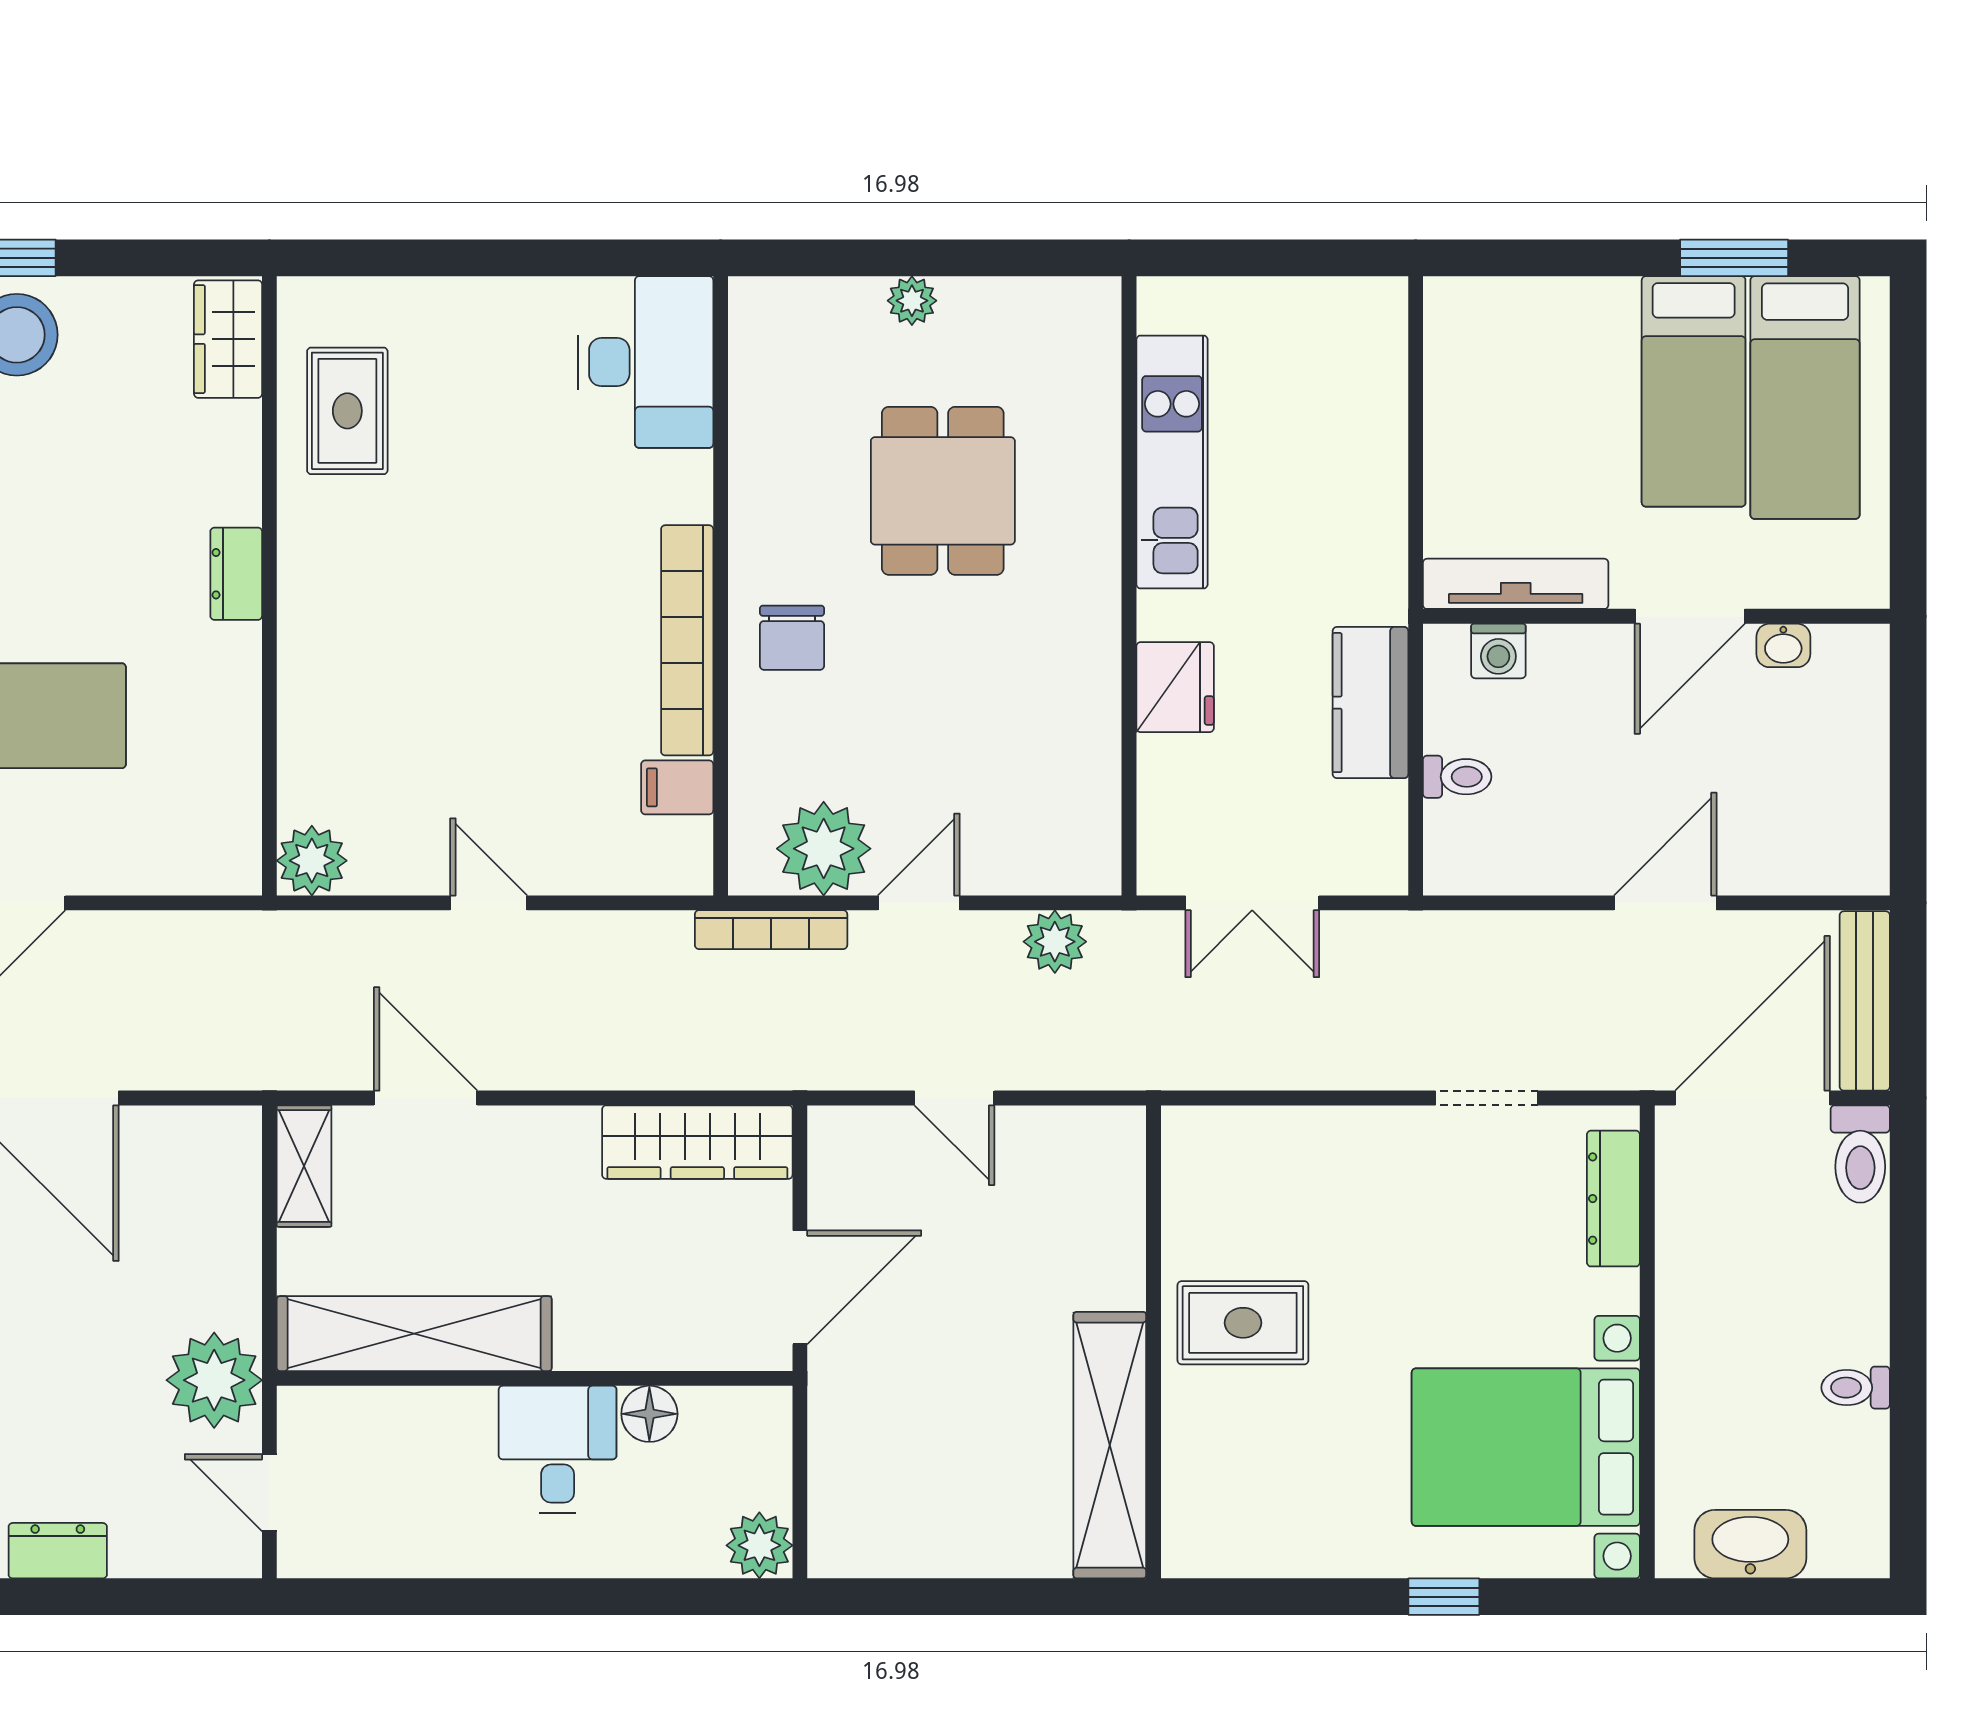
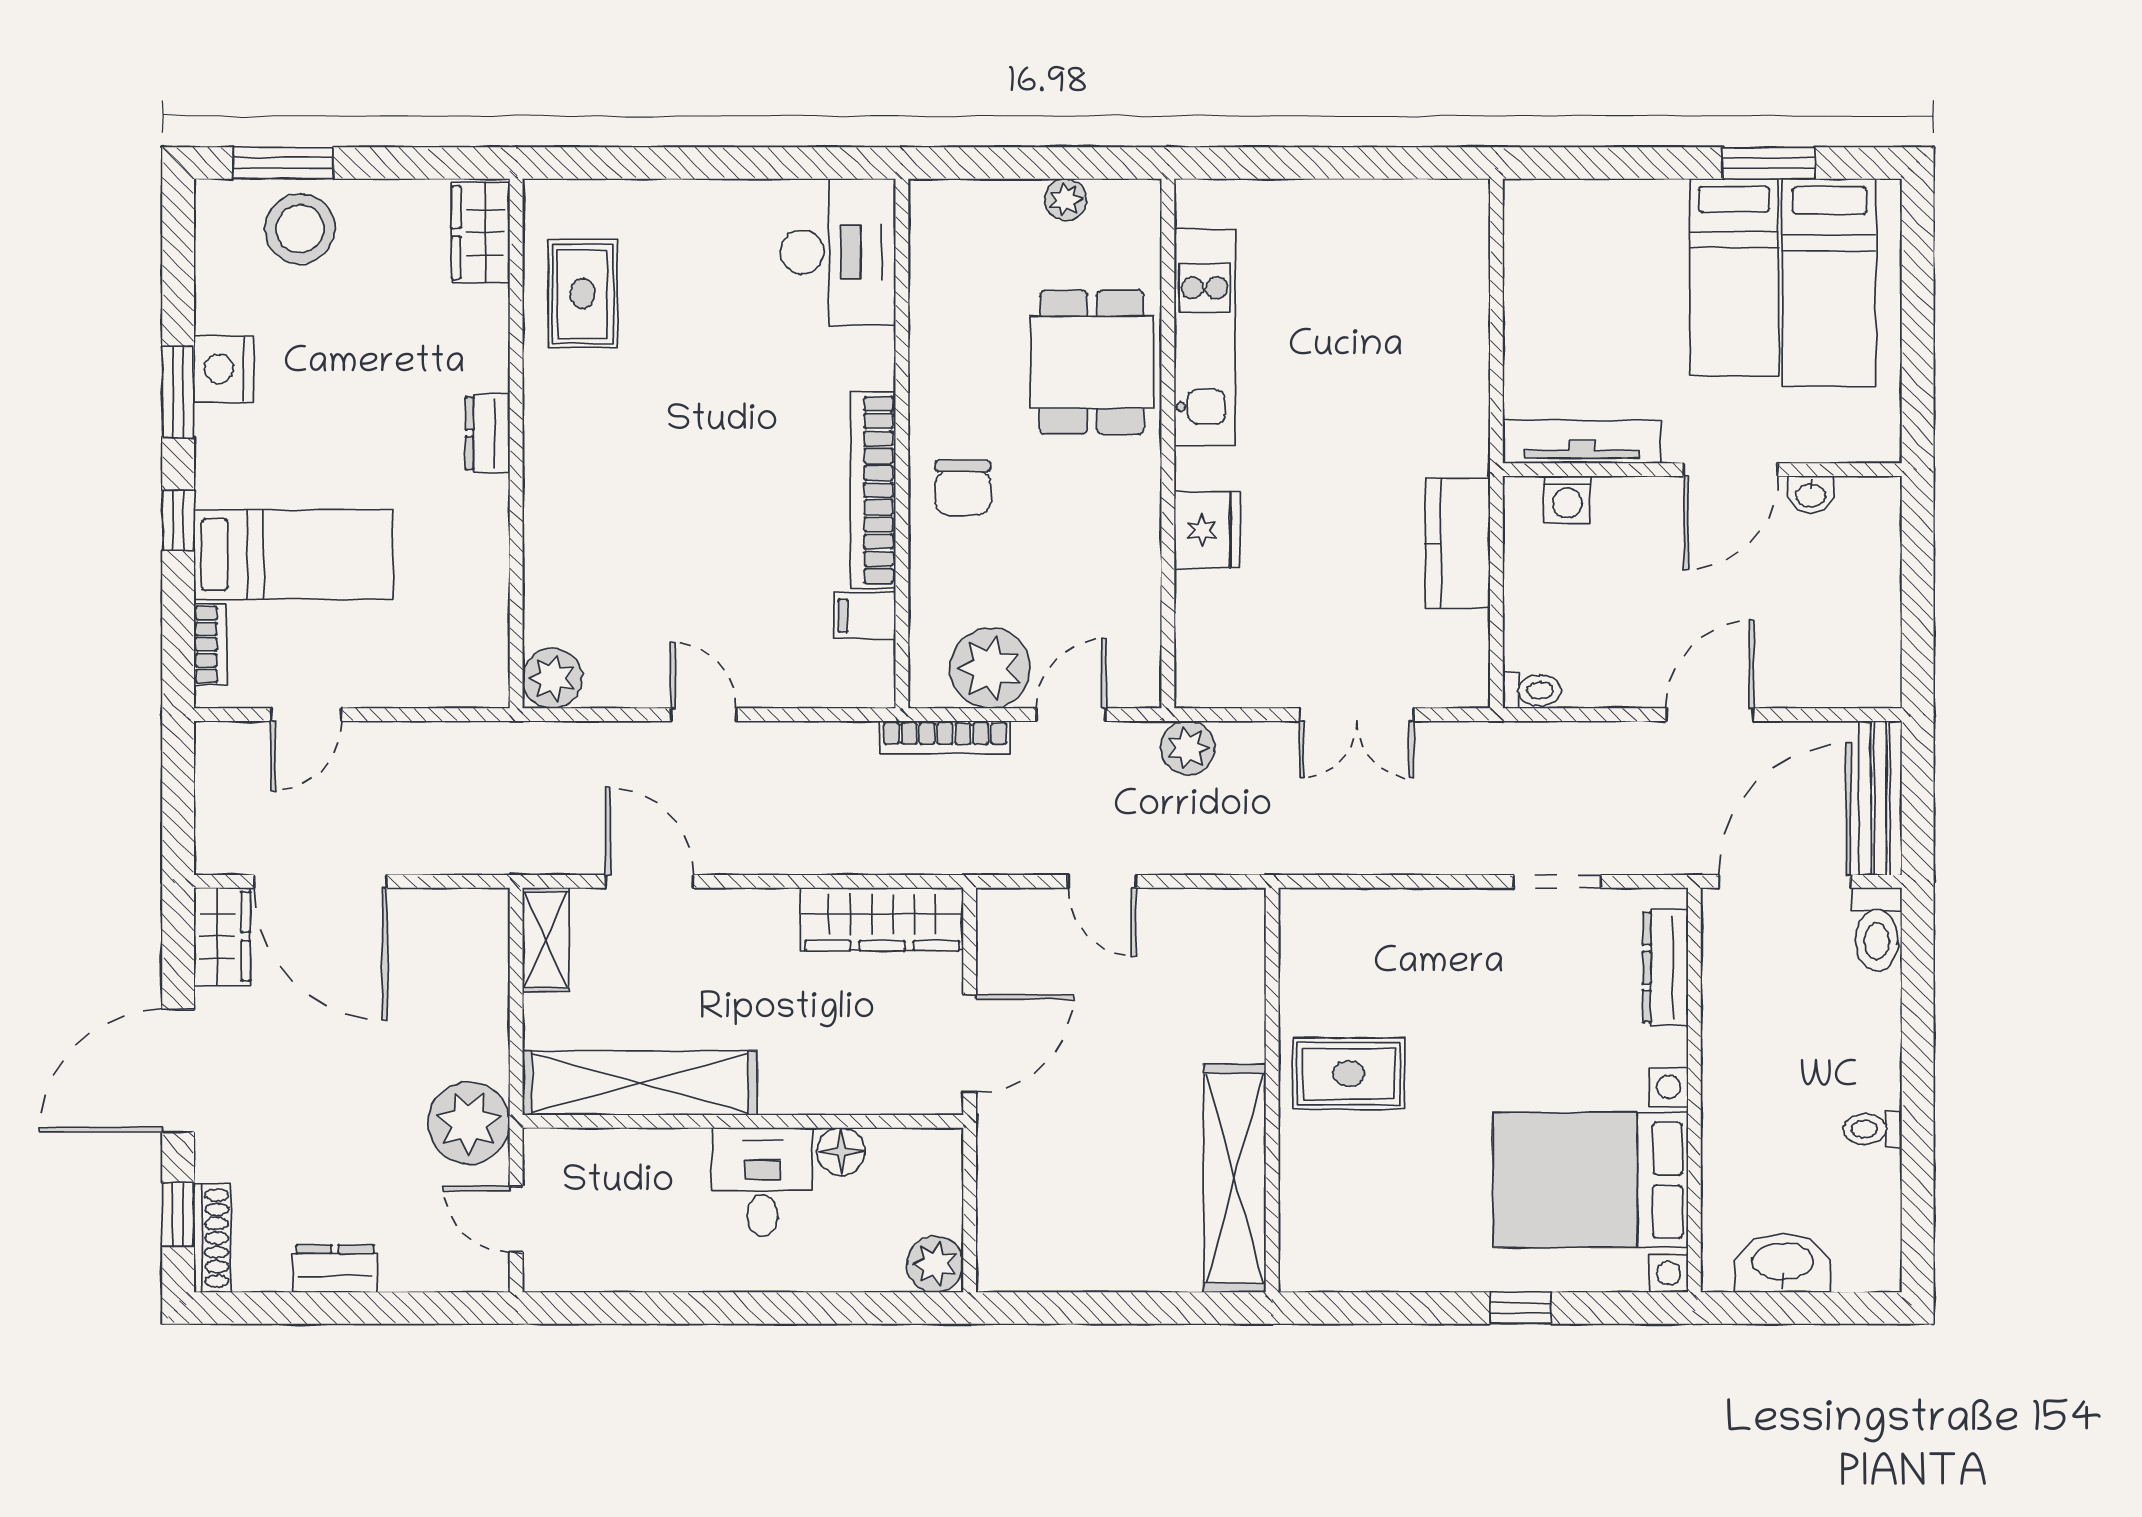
kitchen unit: (1172, 462) -> (1205, 338), moved
wall: (1129, 586) -> (1168, 443), moved
fridge: (1175, 687) -> (1207, 530), moved
toilet: (1457, 777) -> (1532, 690), moved

